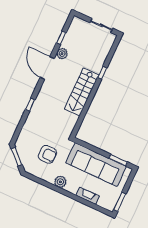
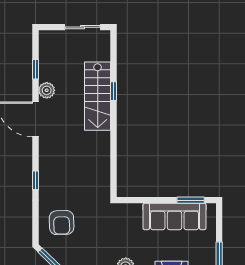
stairs: (82, 92) -> (98, 96), moved
armchair: (47, 154) -> (62, 223), moved, turned 88
sofa: (96, 164) -> (175, 216), width x0.74, depth x0.79

